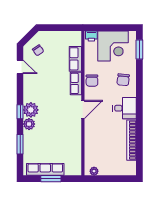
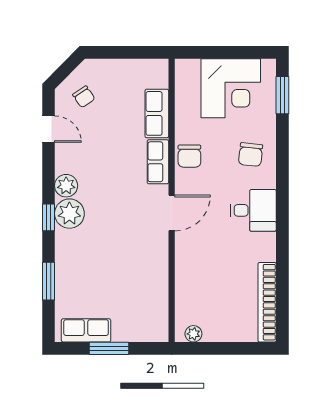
printer: (91, 36) -> (188, 69), removed
plant: (29, 124) -> (66, 186), moved
bookcase: (132, 140) -> (267, 302), moved
row of seats: (45, 169) -> (86, 330), width x0.68

